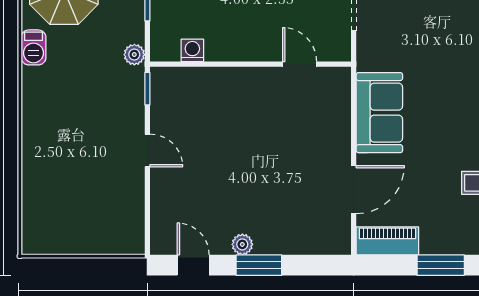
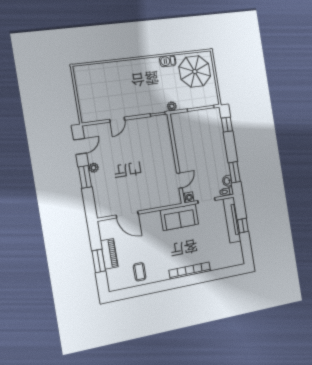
washing machine: (192, 50) -> (188, 198), moved
sofa: (379, 113) -> (179, 217), moved
door: (147, 151) -> (117, 120), moved
piano: (387, 241) -> (109, 254), moved

